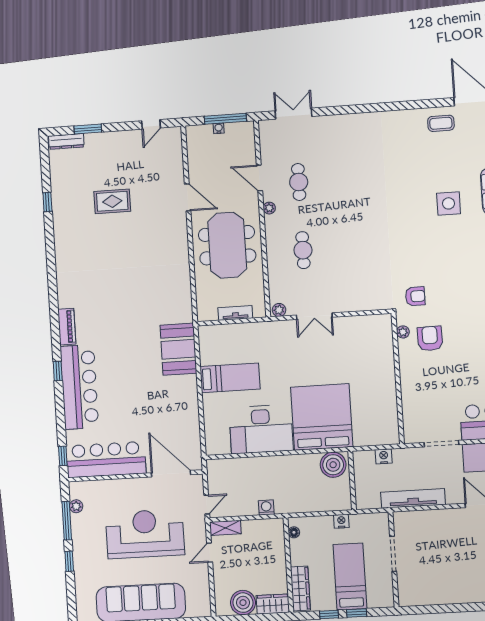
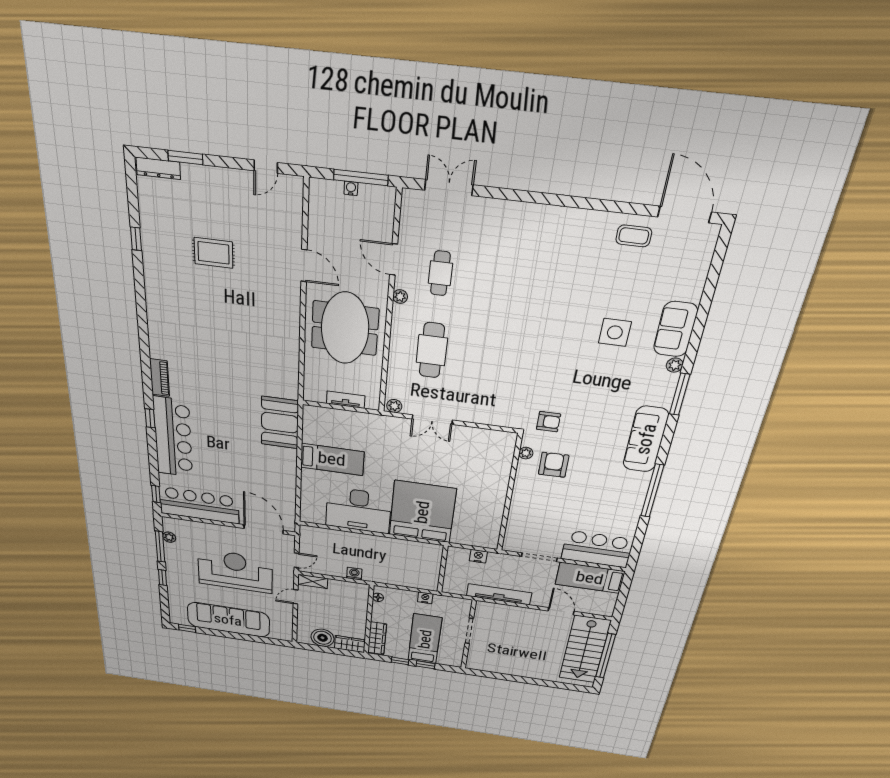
cafe table: (303, 250) -> (432, 350), width x1.37, depth x1.35
boiler: (333, 465) -> (426, 553), removed

